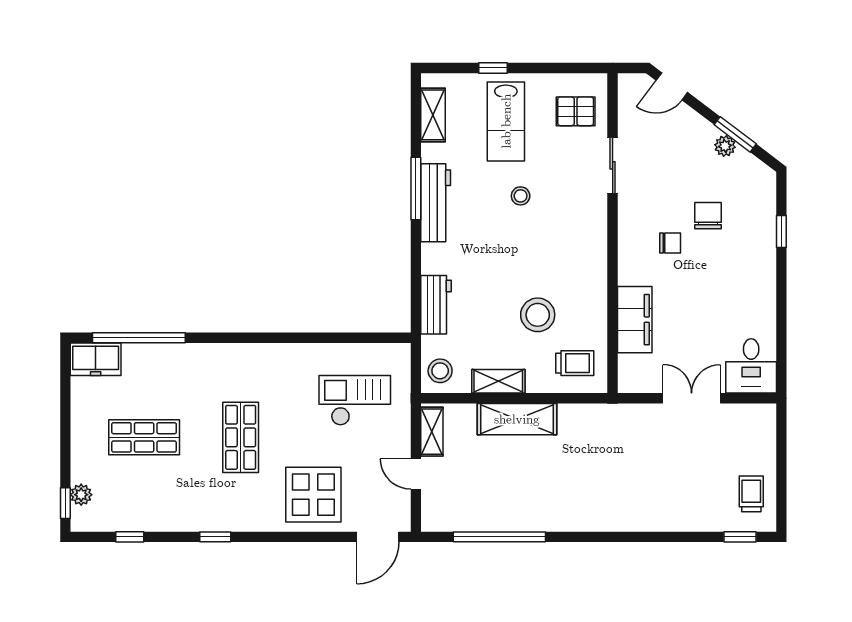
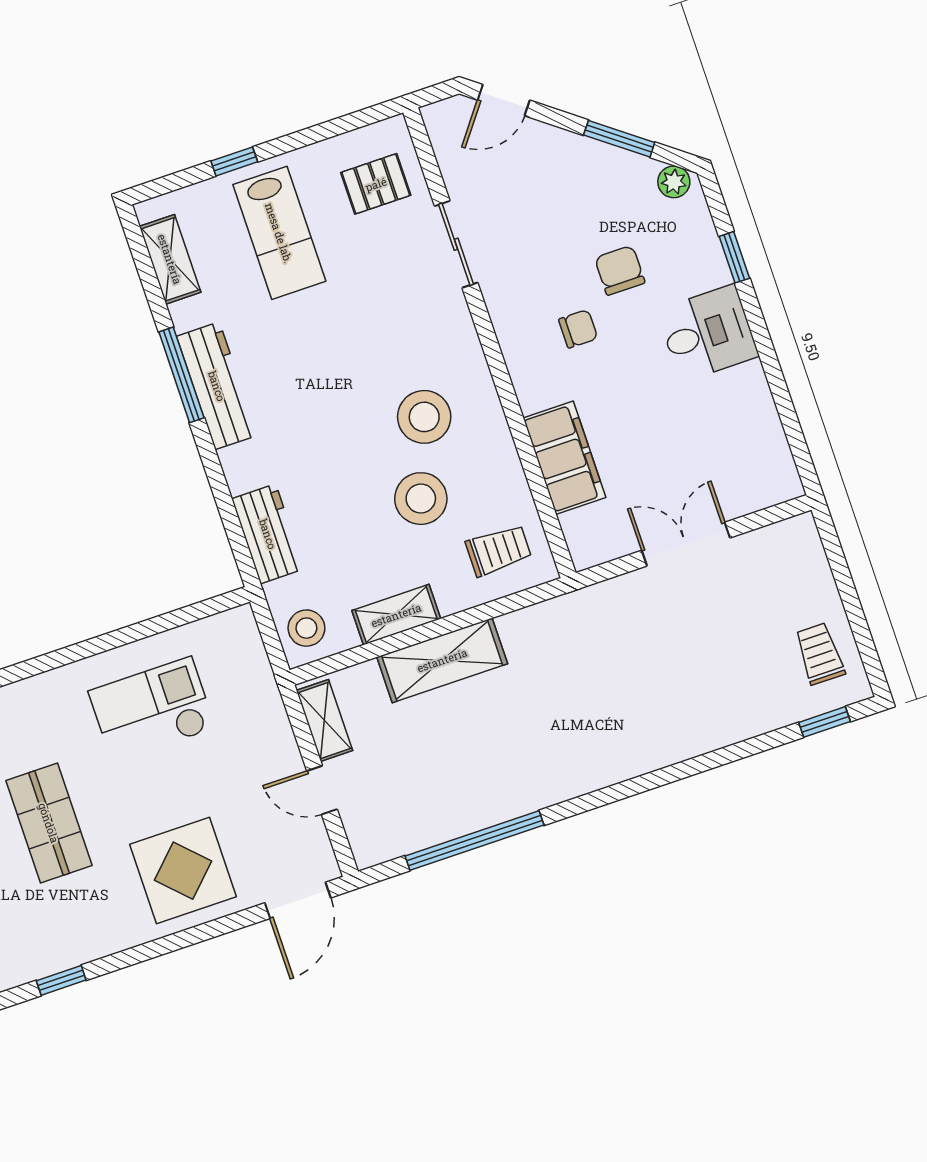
plant: (725, 146) -> (674, 182), moved
stool: (521, 196) -> (424, 417), moved, width x1.89, depth x1.89
desk: (751, 366) -> (708, 333), moved, turned -90
checkout: (355, 400) -> (152, 710), moved

